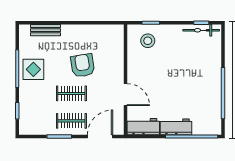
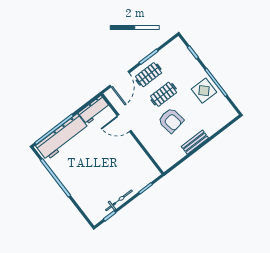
bench: (46, 30) -> (195, 142), moved
bicycle: (201, 30) -> (119, 200), moved
stool: (148, 41) -> (138, 174), removed
workbench: (176, 127) -> (62, 137), width x1.88, depth x1.32

